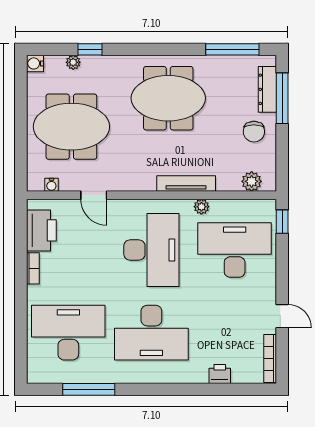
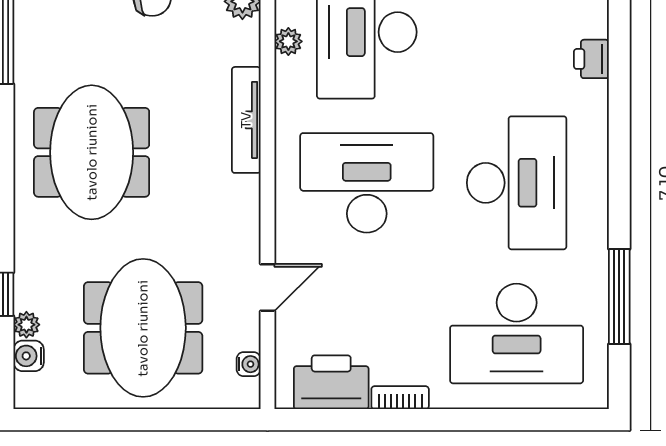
water cooler: (35, 63) -> (29, 356), moved, turned 90
plant: (201, 207) -> (288, 41), moved
desk: (68, 333) -> (517, 334), turned -90

